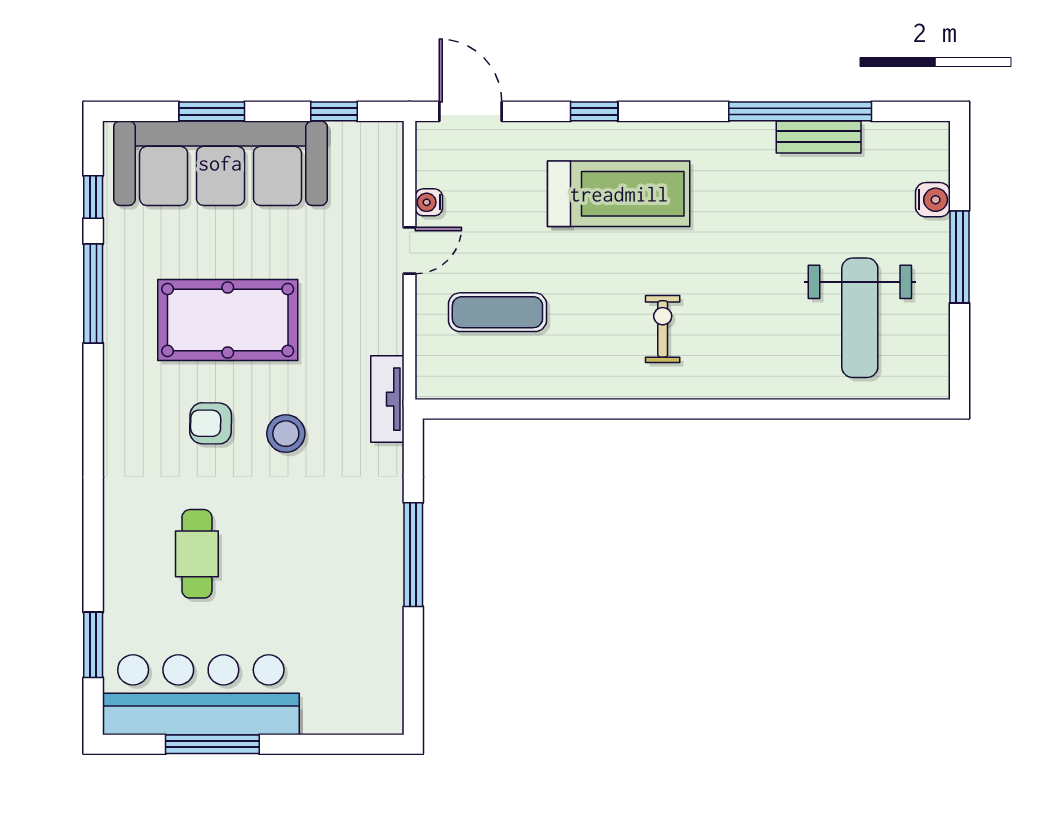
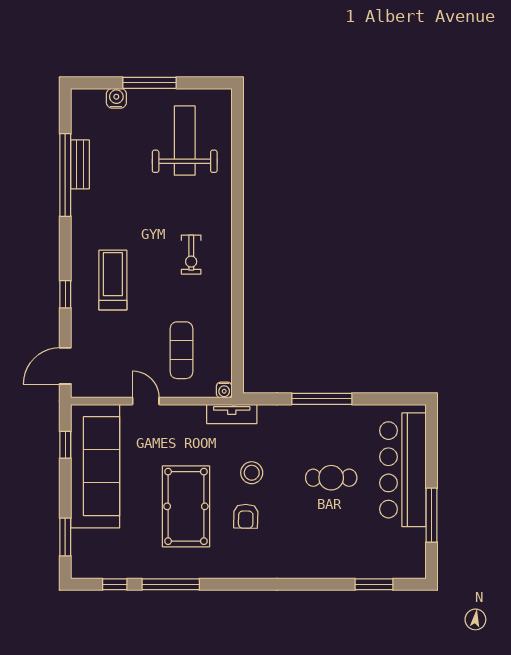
window: (212, 111) -> (65, 537), moved
sofa: (220, 163) -> (95, 466), moved
treadmill: (619, 194) -> (113, 280), width x0.73, depth x0.73
water cooler: (429, 202) -> (224, 390), moved
weight bench: (860, 318) -> (185, 141), turned -90
exercise bike: (663, 329) -> (191, 255), turned -90
cafe table: (197, 554) -> (331, 478), moved
bar counter: (201, 695) -> (403, 470), moved

